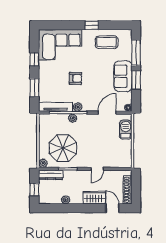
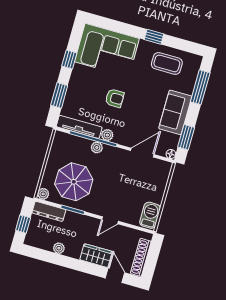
window: (136, 80) -> (186, 137), moved
barbecue: (126, 130) -> (150, 215), moved

